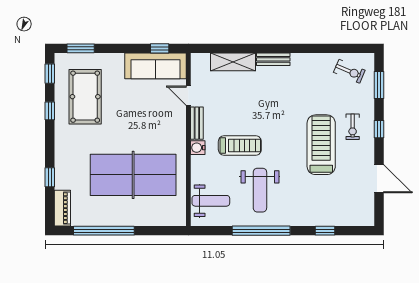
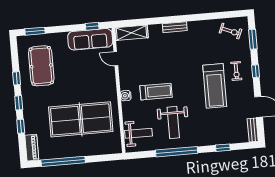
shelving: (233, 62) -> (131, 33), moved
window: (50, 74) -> (19, 103), moved
bench: (197, 123) -> (253, 130), moved
treadmill: (321, 145) -> (215, 86), turned 180

